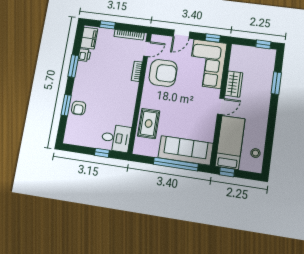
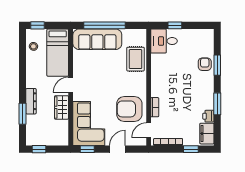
dresser: (266, 95) -> (31, 101), added
window: (227, 172) -> (38, 25), moved

